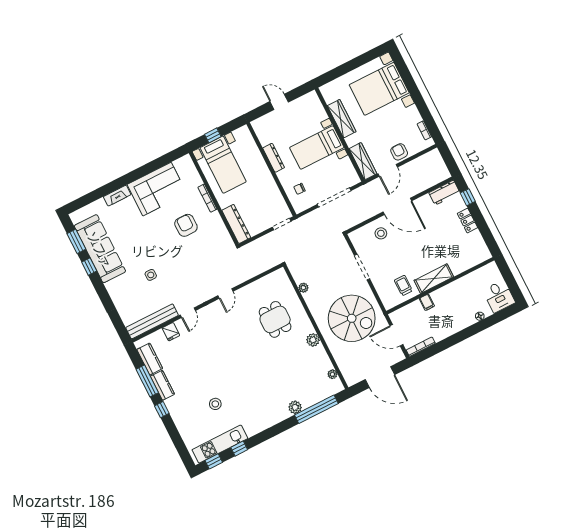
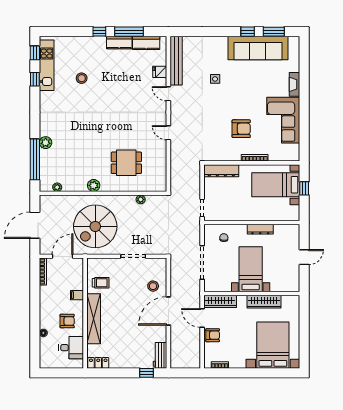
locker: (467, 221) -> (98, 363), moved
shelving: (434, 279) -> (94, 319), width x1.47
desk: (499, 296) -> (71, 348), moved, turned 180
armchair: (457, 299) -> (67, 321), added

